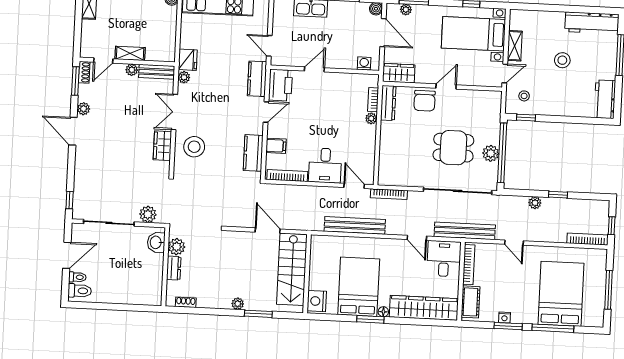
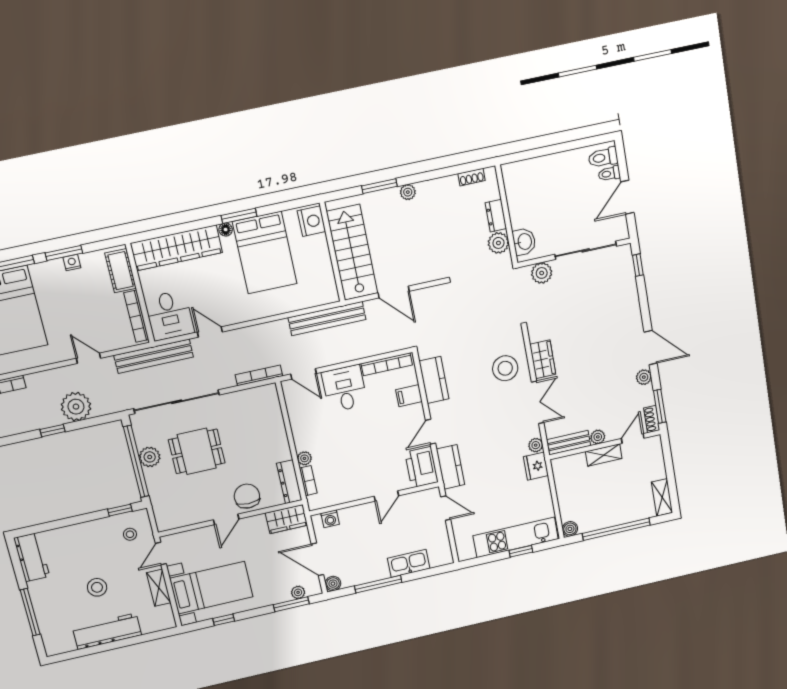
workbench: (592, 23) -> (107, 631), moved
plant: (535, 203) -> (76, 407), width x1.87, depth x1.87
bench: (355, 225) -> (327, 319), moved

